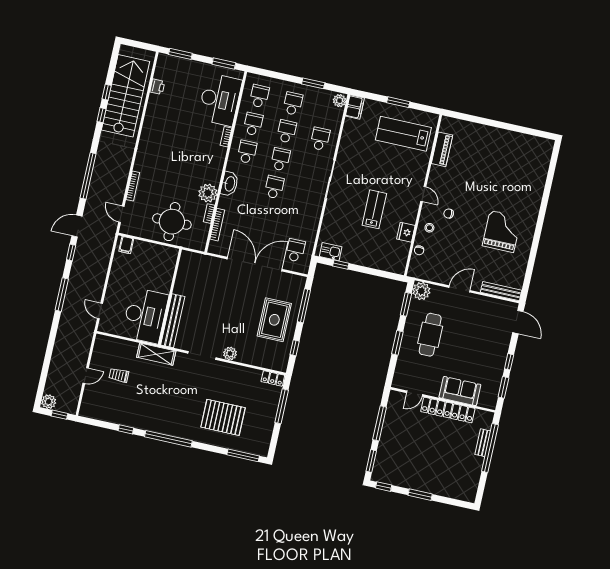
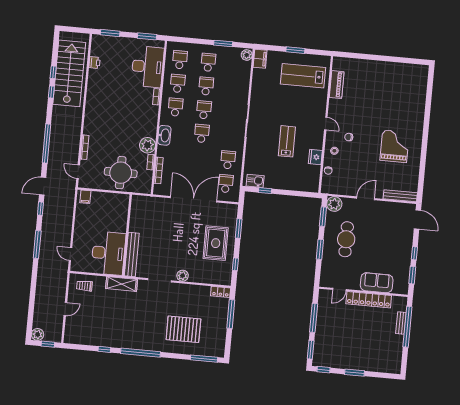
school desk: (320, 139) -> (228, 160), moved
window: (304, 306) -> (239, 228), width x0.69
trolley: (119, 375) -> (84, 286), moved

